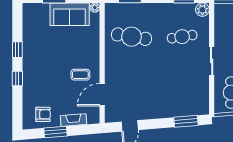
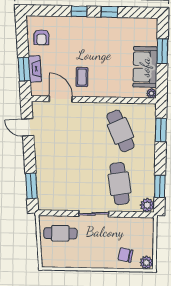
cafe table: (131, 37) -> (121, 131), turned -33
cafe table: (182, 37) -> (119, 184), width x1.37, depth x1.35
window: (55, 132) -> (24, 69), moved

